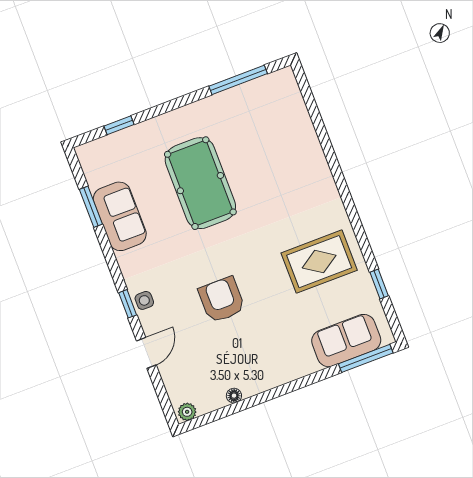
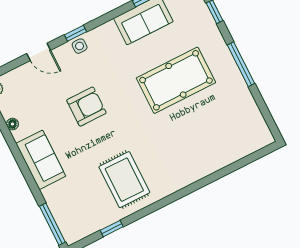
window: (238, 80) -> (241, 64), moved
sofa: (346, 341) -> (41, 160), moved

